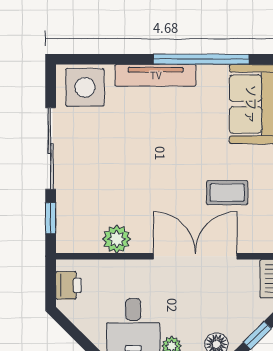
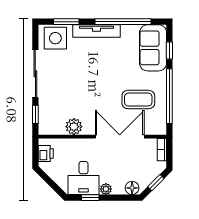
window: (104, 59) -> (66, 22), added
coffee table: (227, 193) -> (138, 100), width x1.36, depth x1.30

